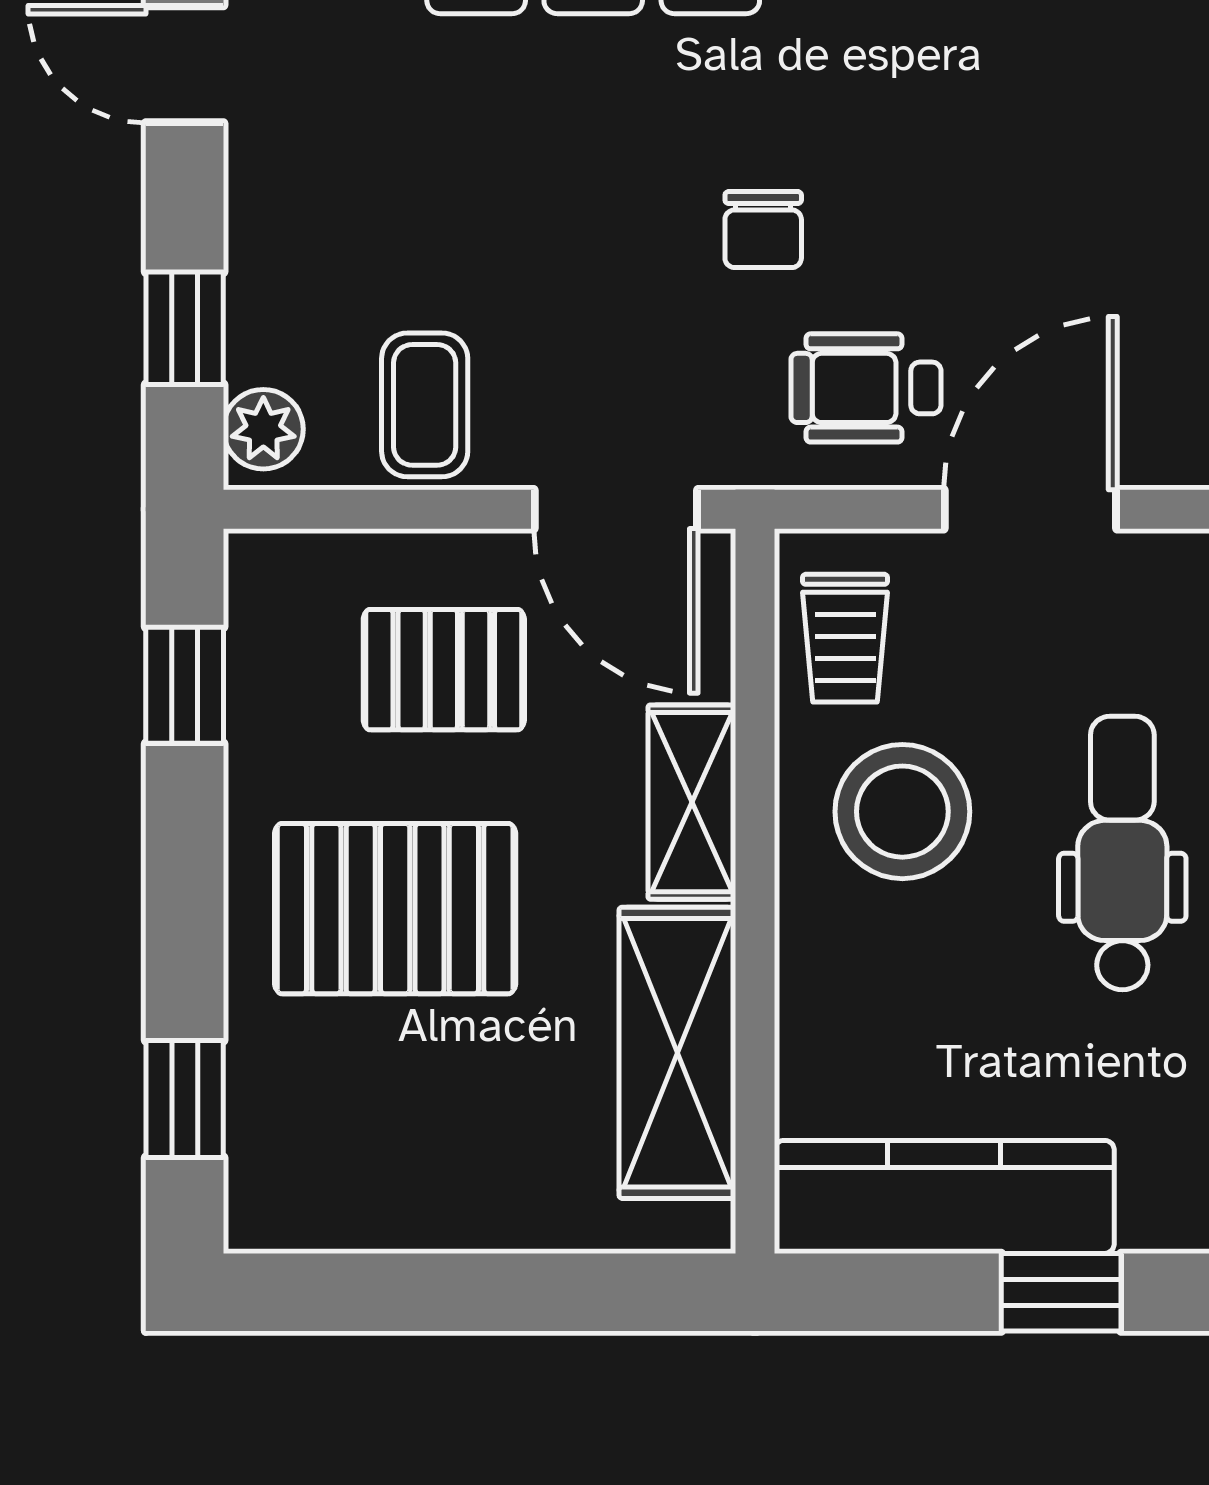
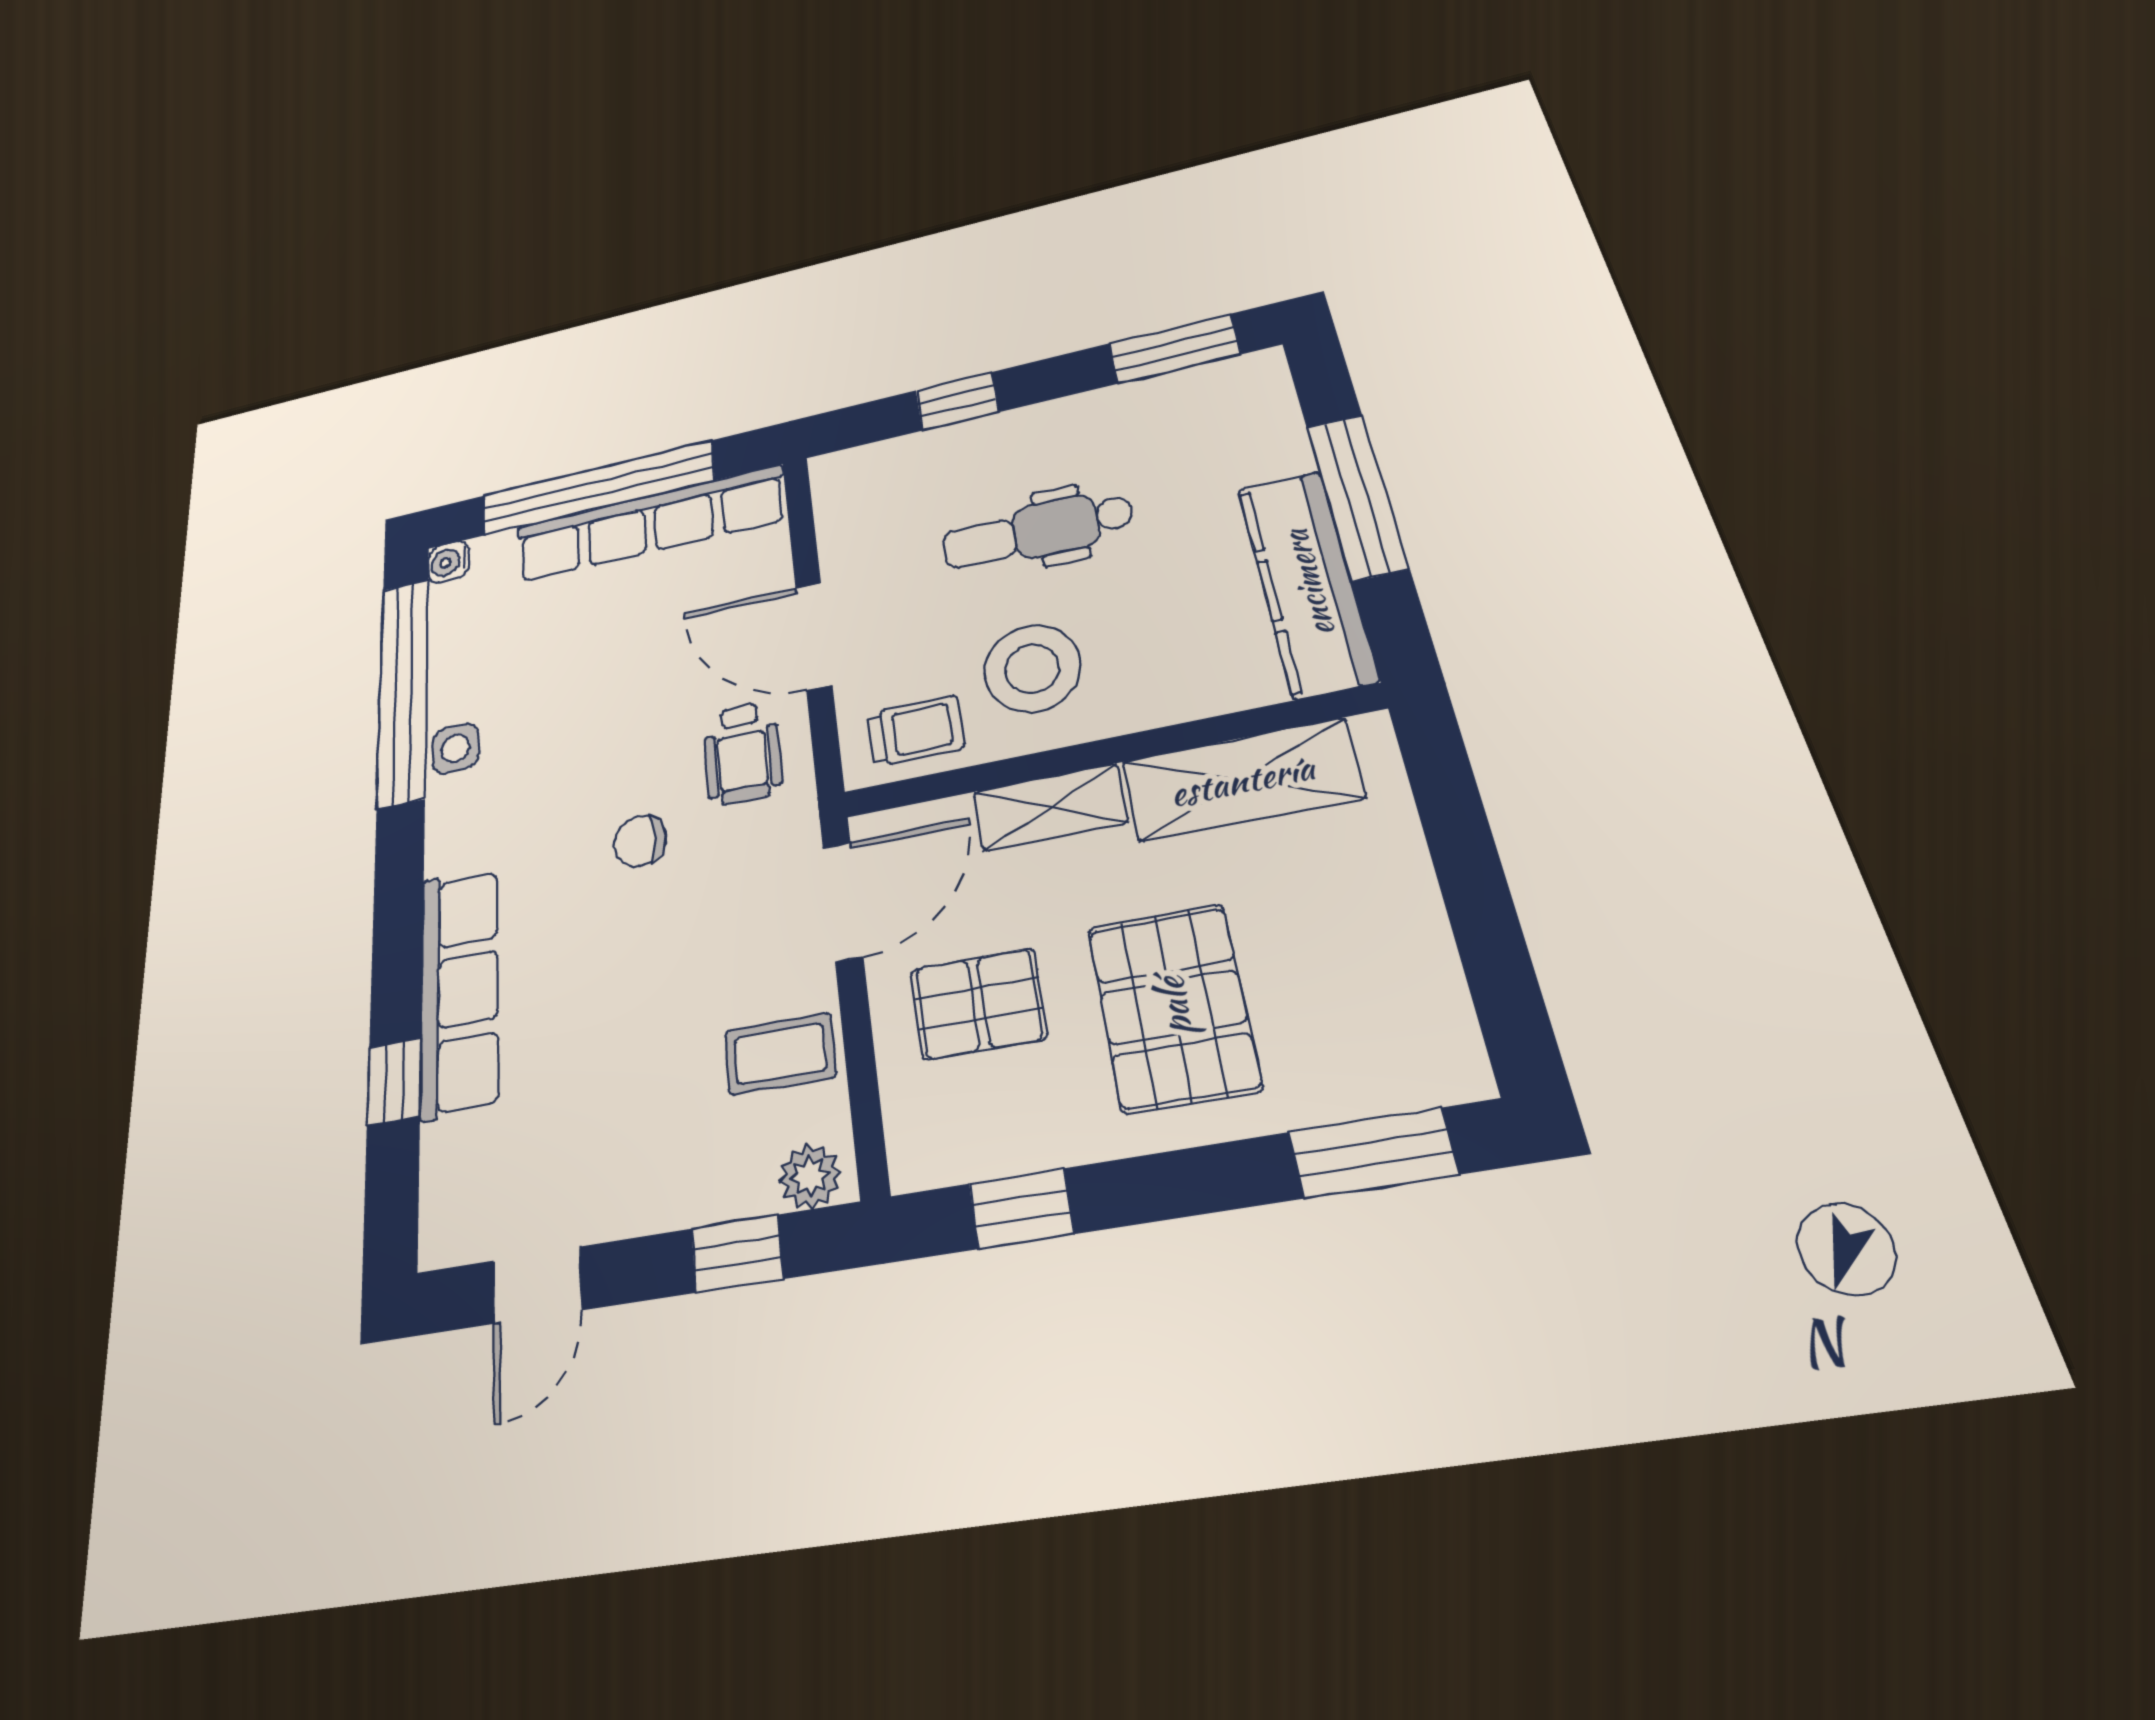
chair: (763, 230) -> (640, 841), turned 180
pallet: (444, 670) -> (978, 1004), turned 90
window: (185, 1099) -> (1373, 1153), width x1.50
window: (1061, 1292) -> (1357, 497), width x2.17

